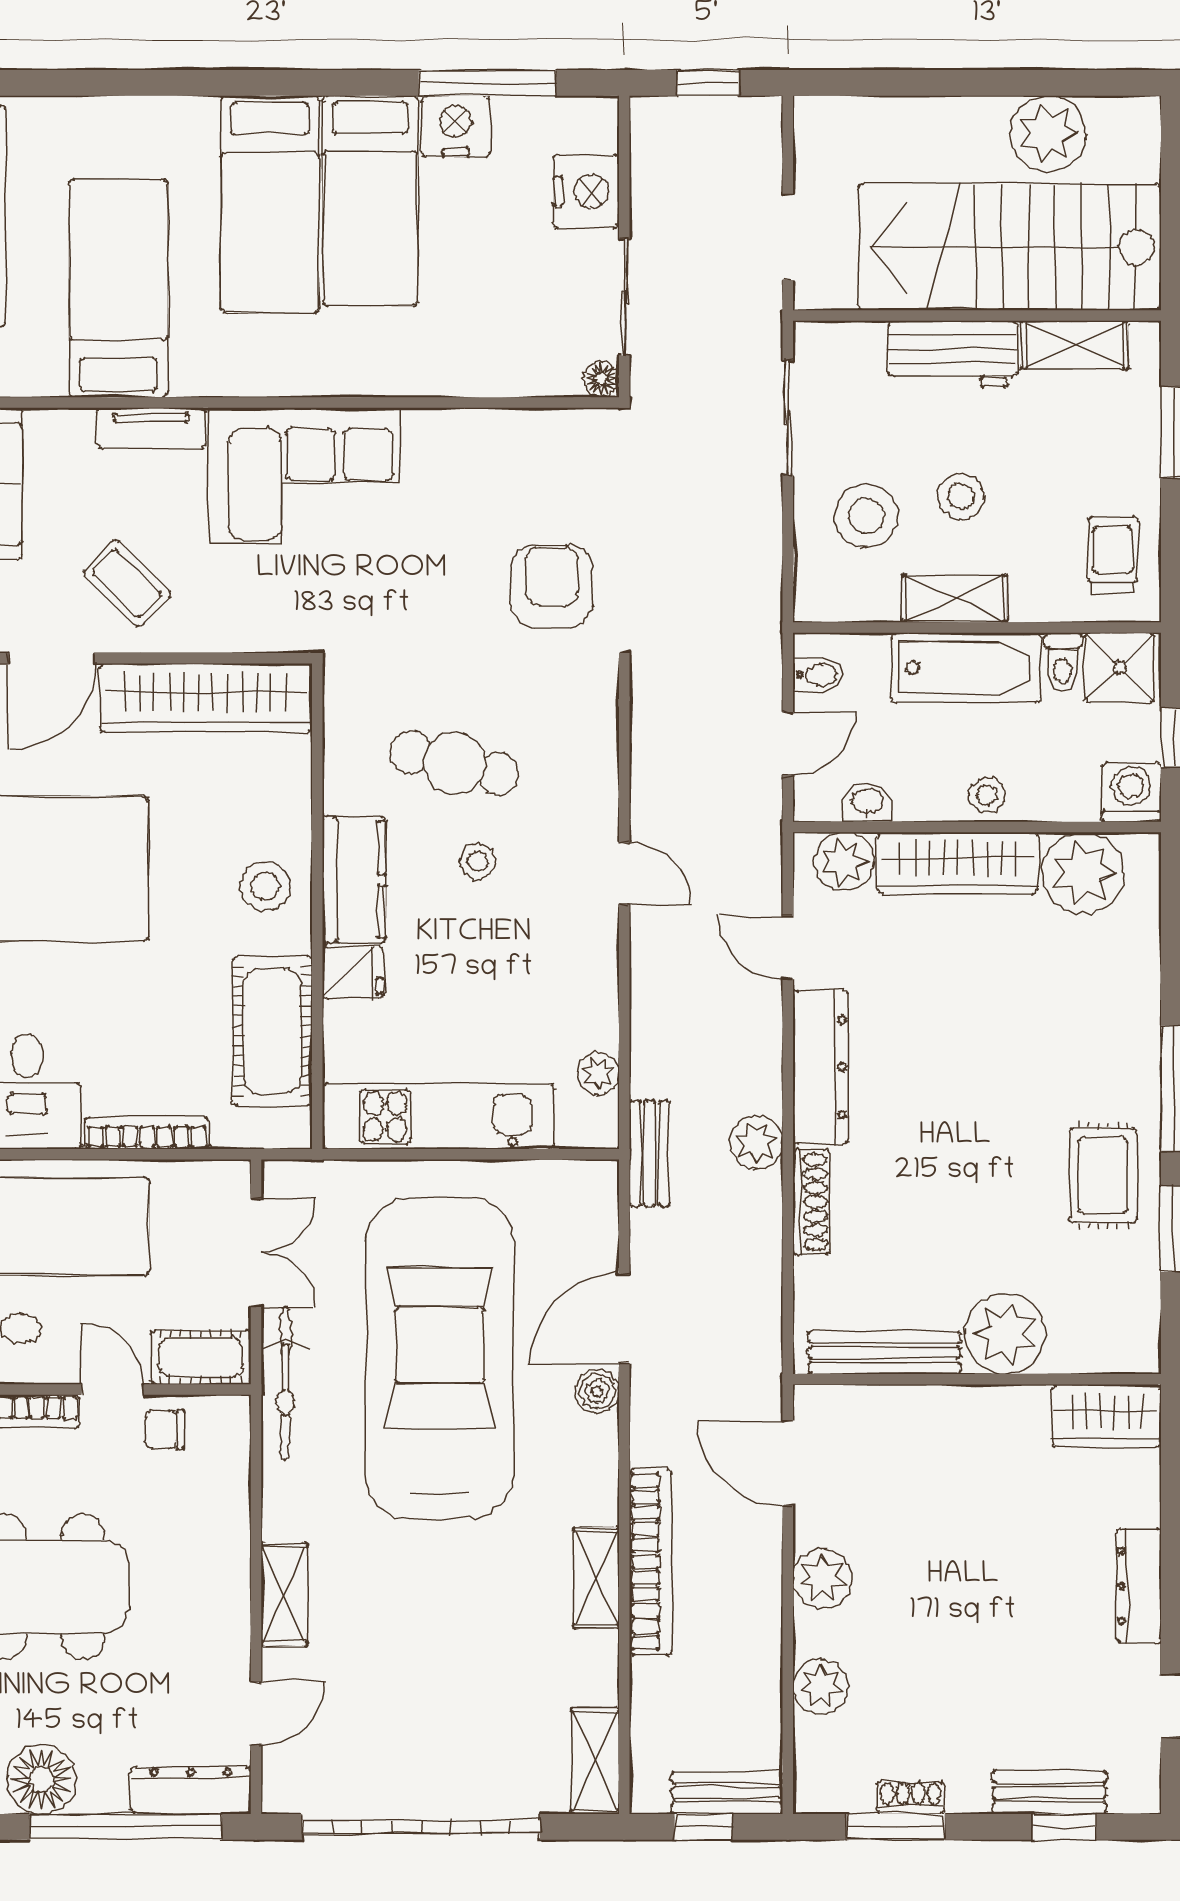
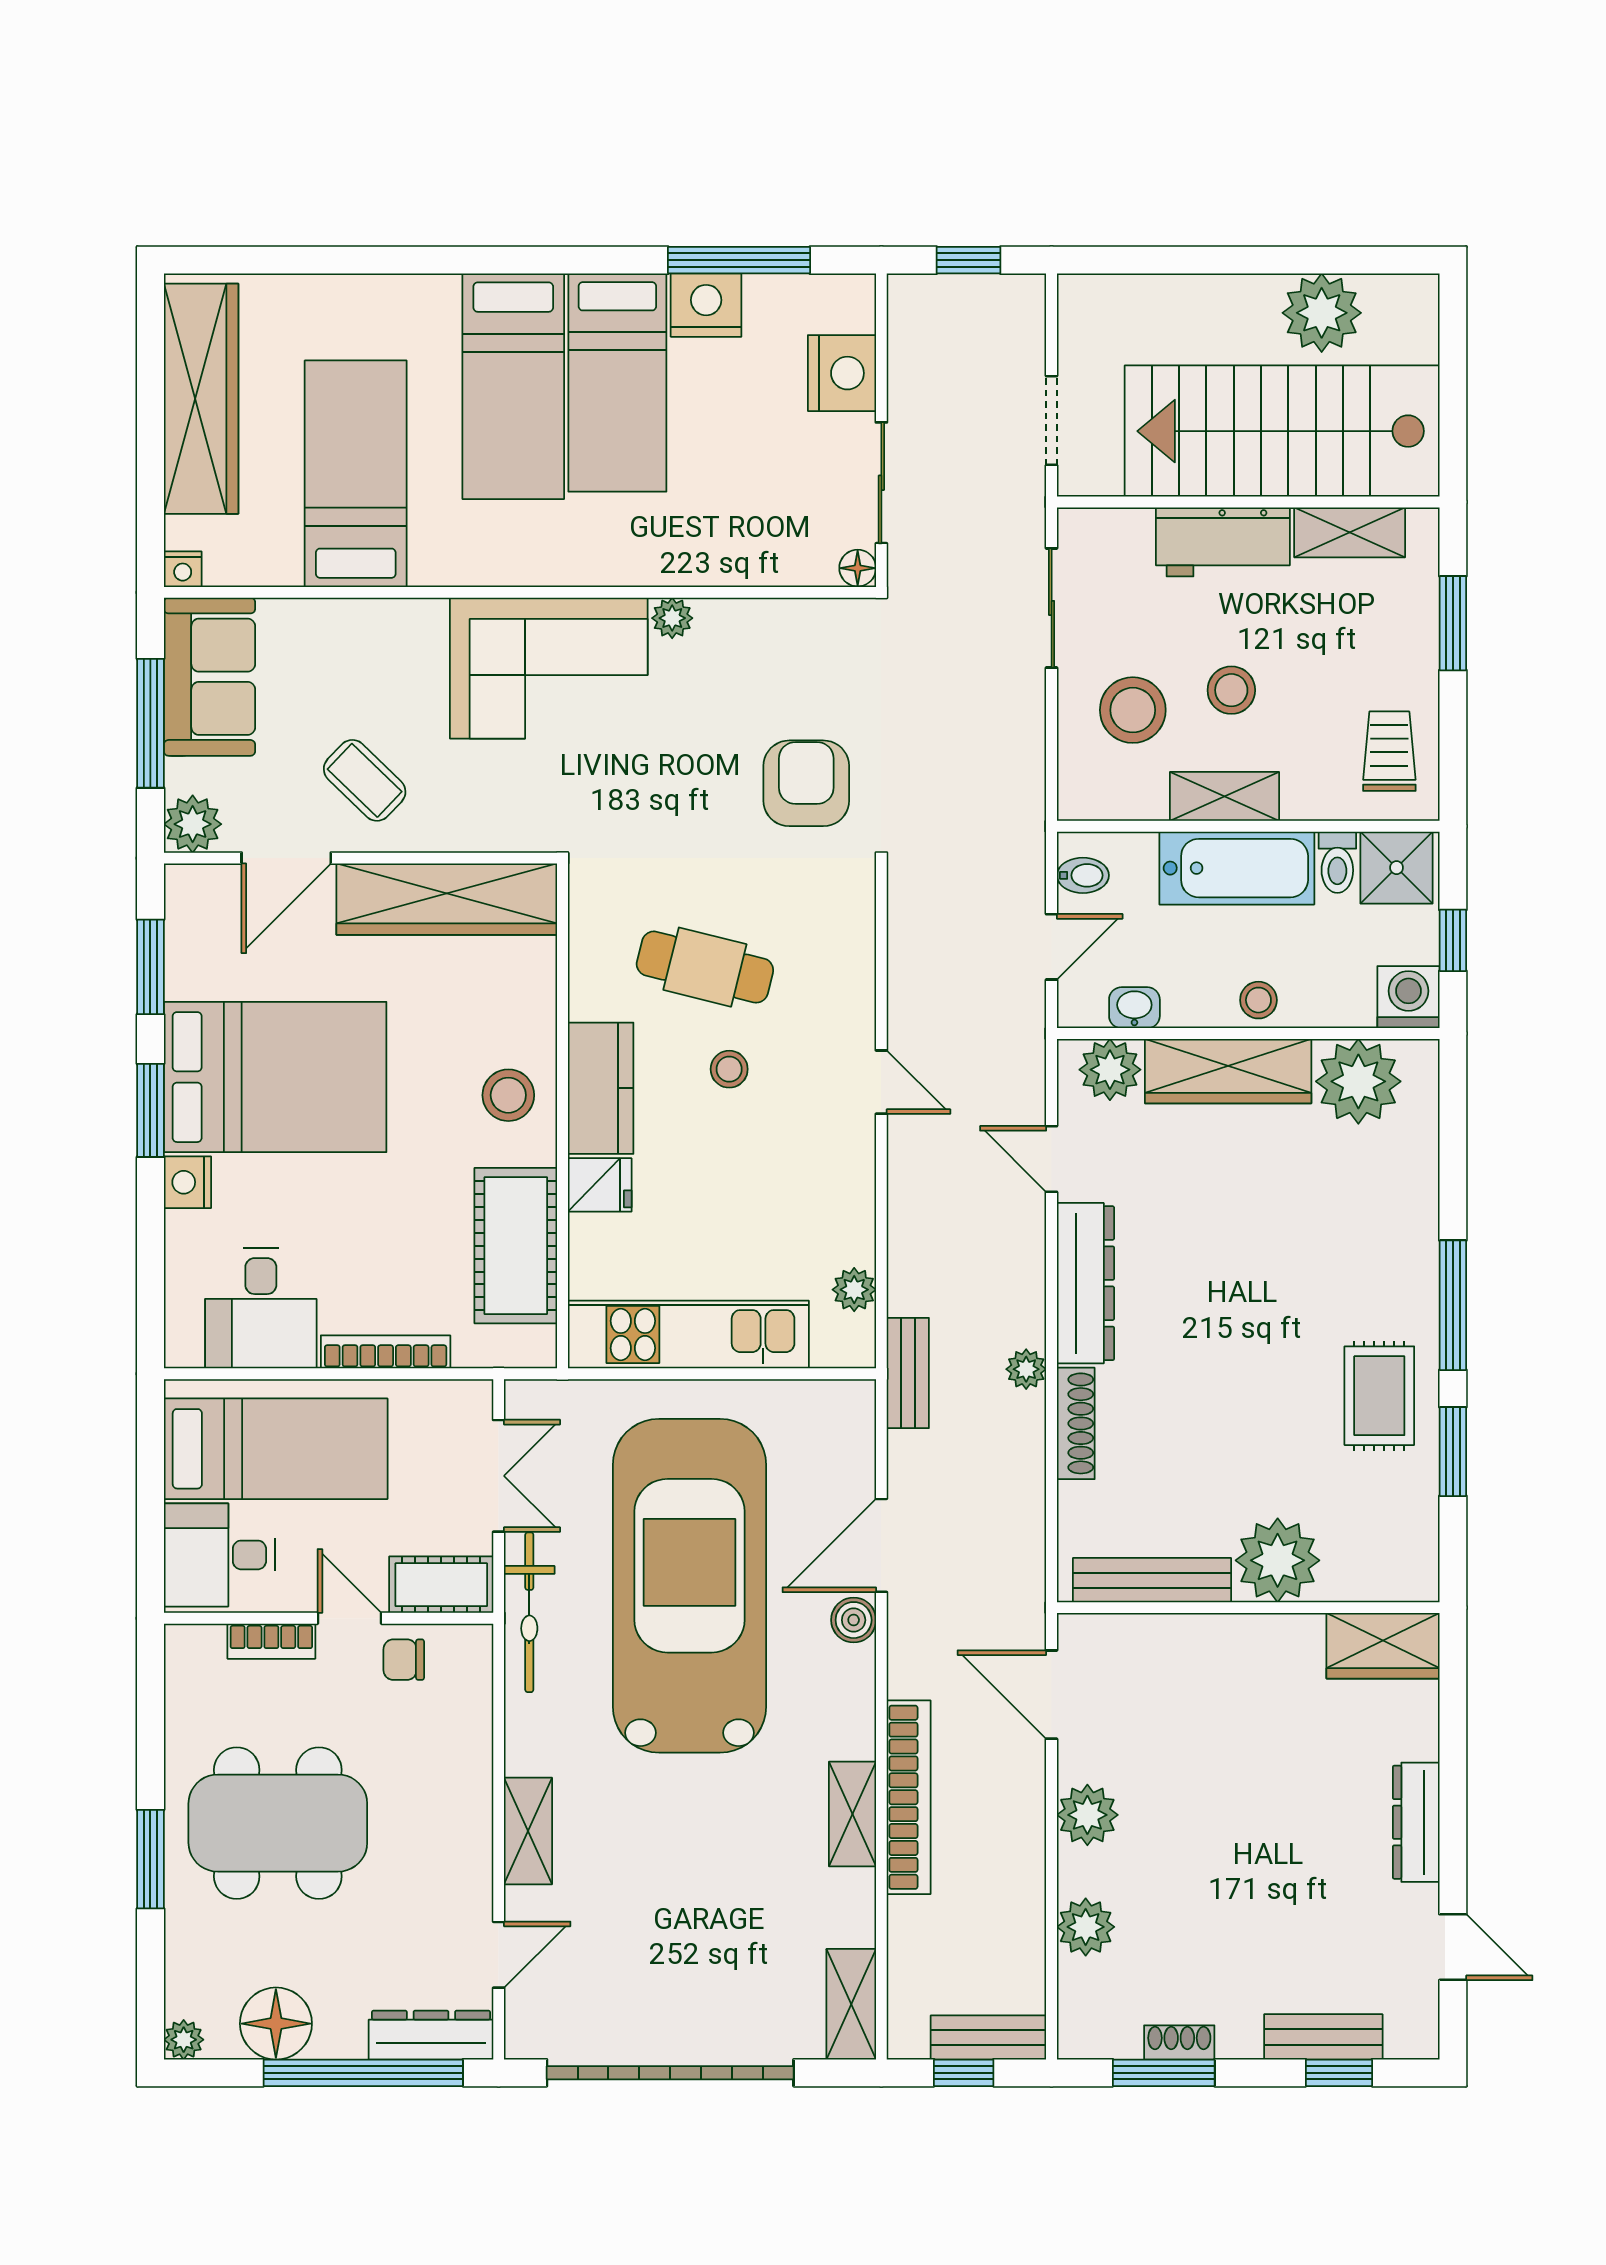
plant: (423, 427) -> (672, 618), added
tv unit: (151, 428) -> (390, 619), removed
plant: (756, 1143) -> (1026, 1369), width x0.73, depth x0.73

